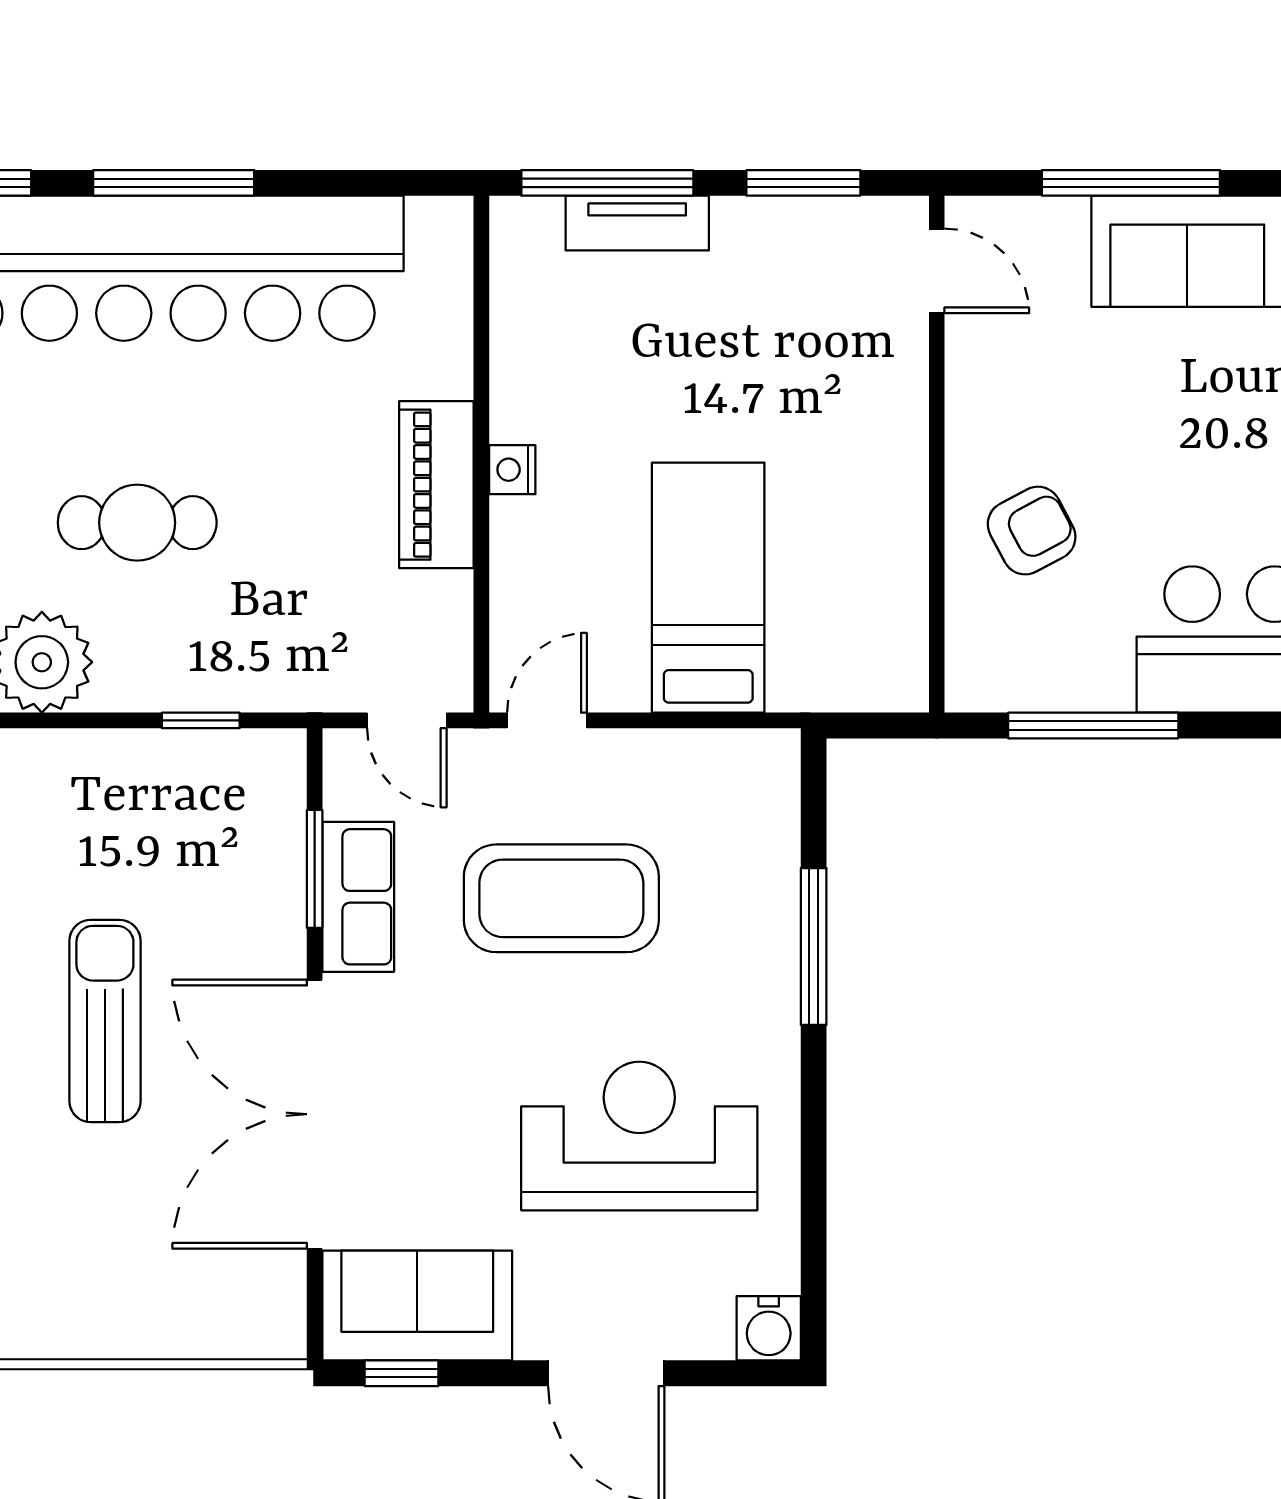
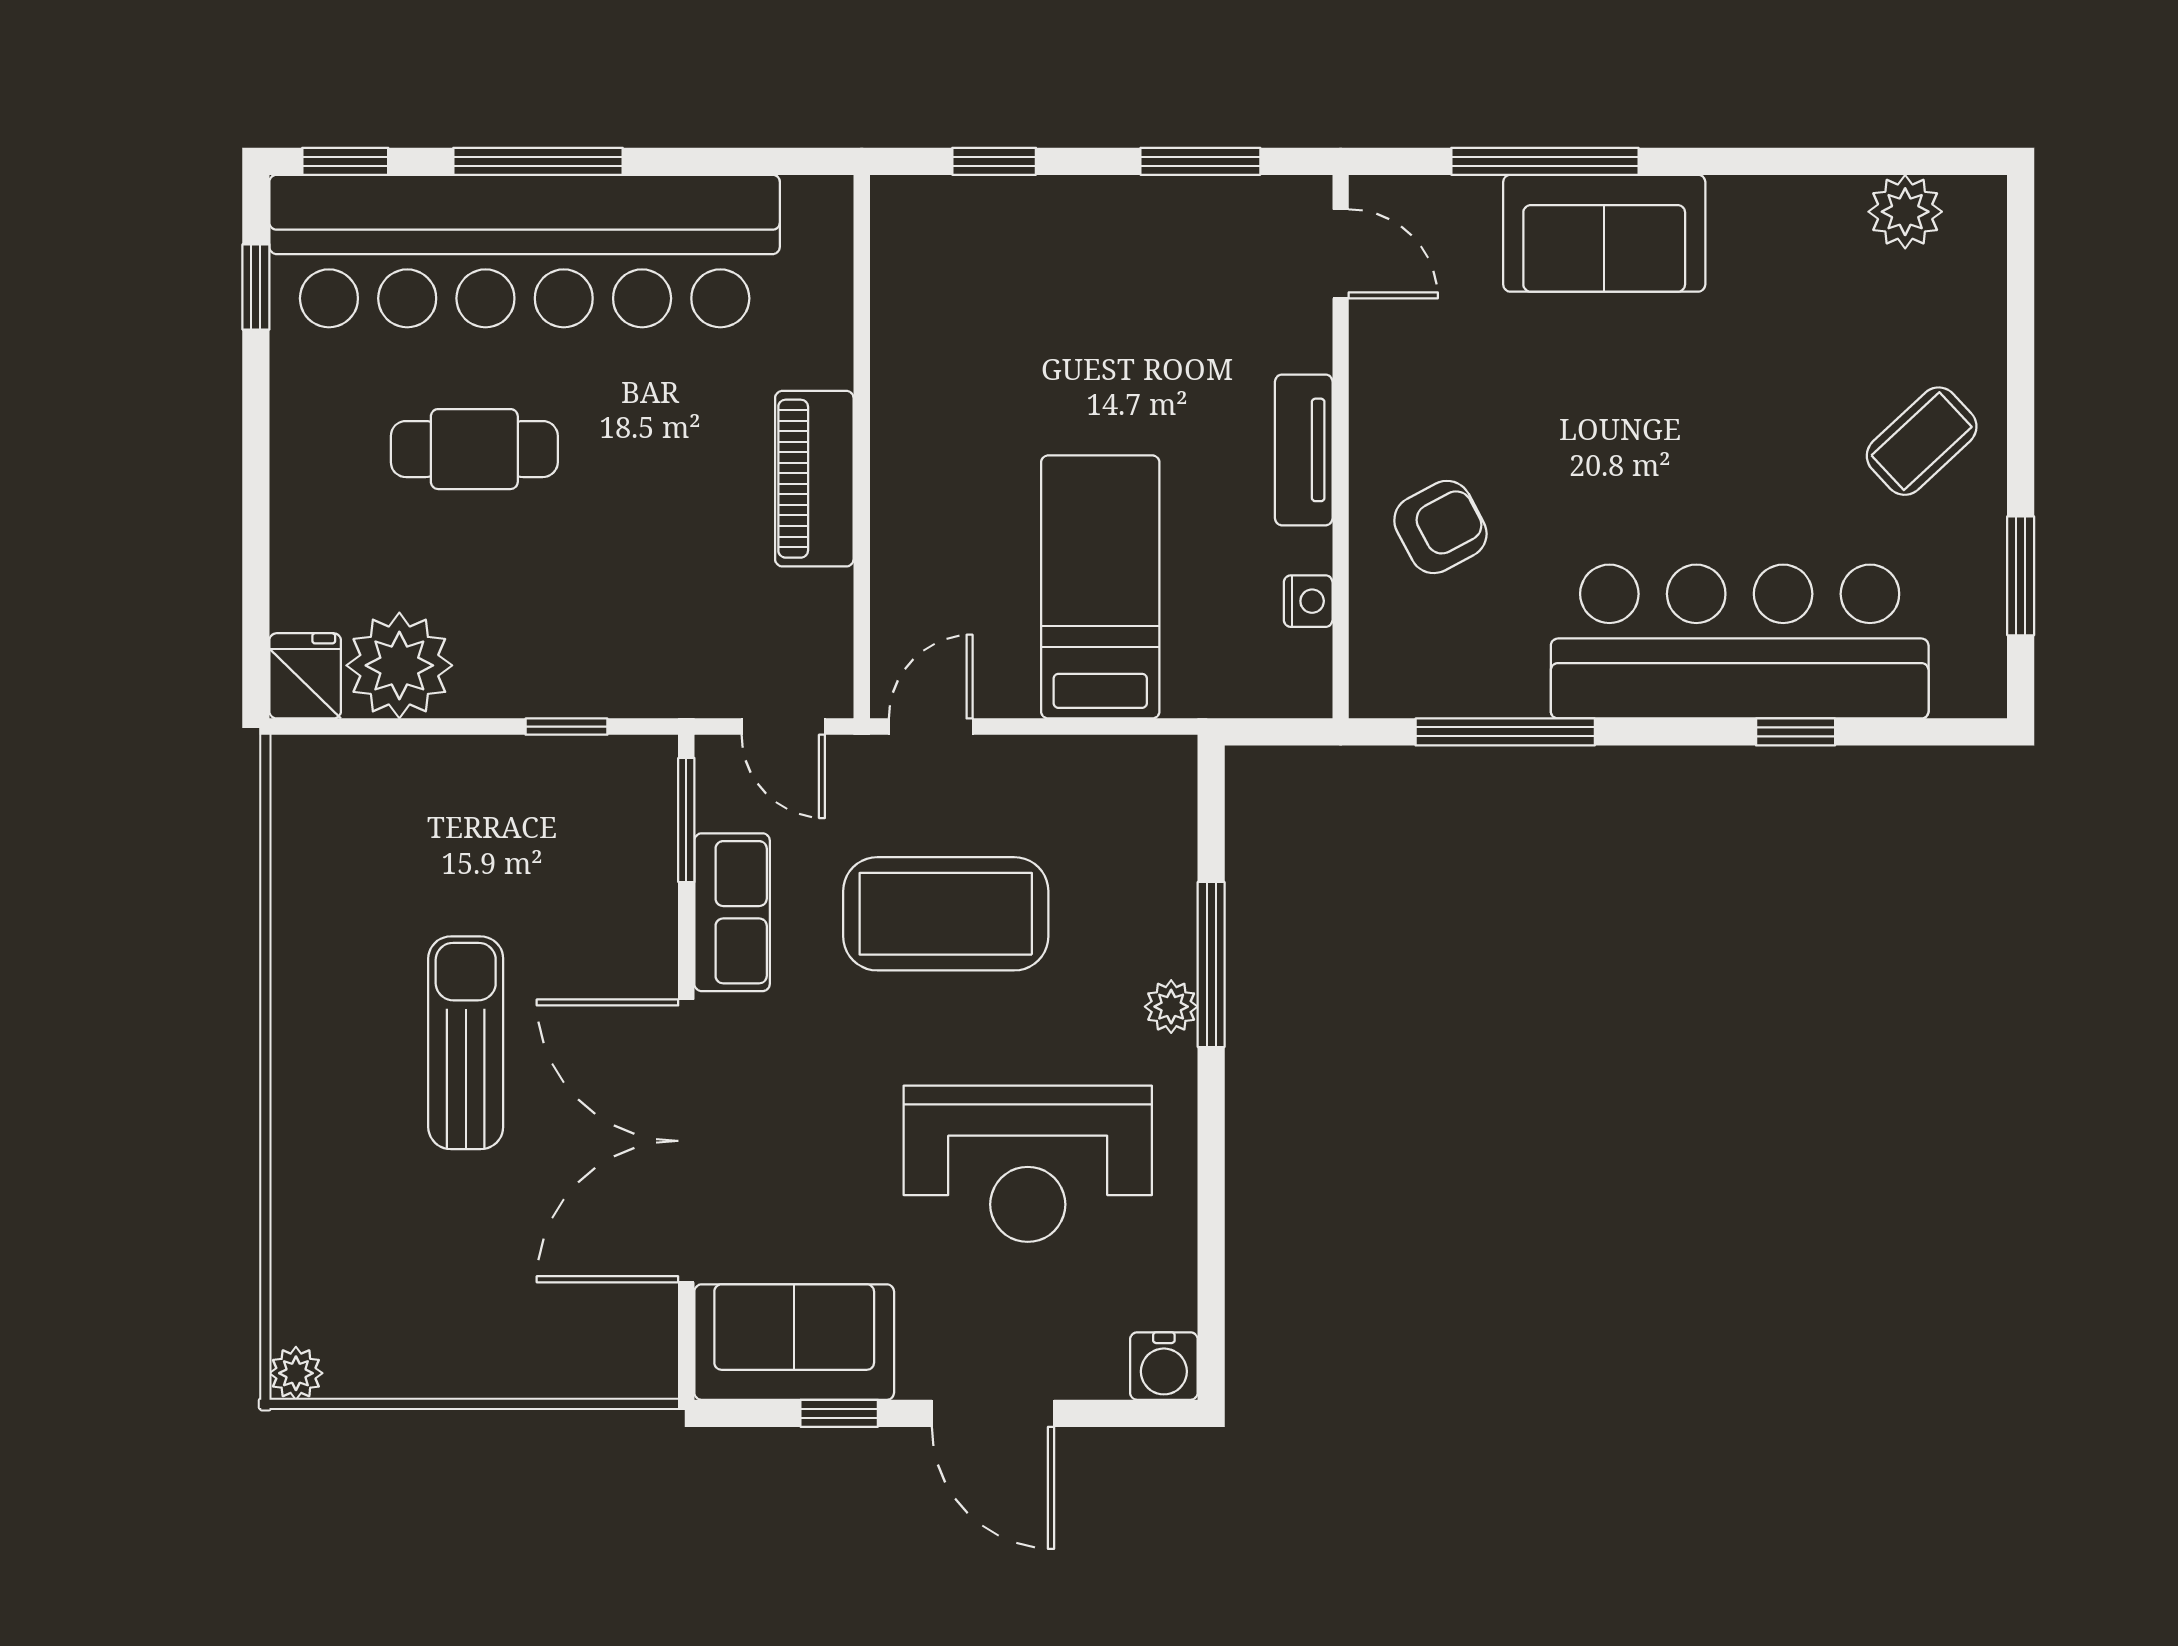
window: (607, 183) -> (994, 161), width x0.46
tv unit: (637, 223) -> (1304, 450), moved, turned 90
nightstand: (512, 470) -> (1308, 601), moved, turned 180
cafe table: (137, 523) -> (474, 449), moved
window: (315, 869) -> (686, 820), moved
plant: (776, 987) -> (1171, 1007), added
reception desk: (639, 1136) -> (1028, 1164), turned 180
window: (401, 1373) -> (839, 1413), moved

